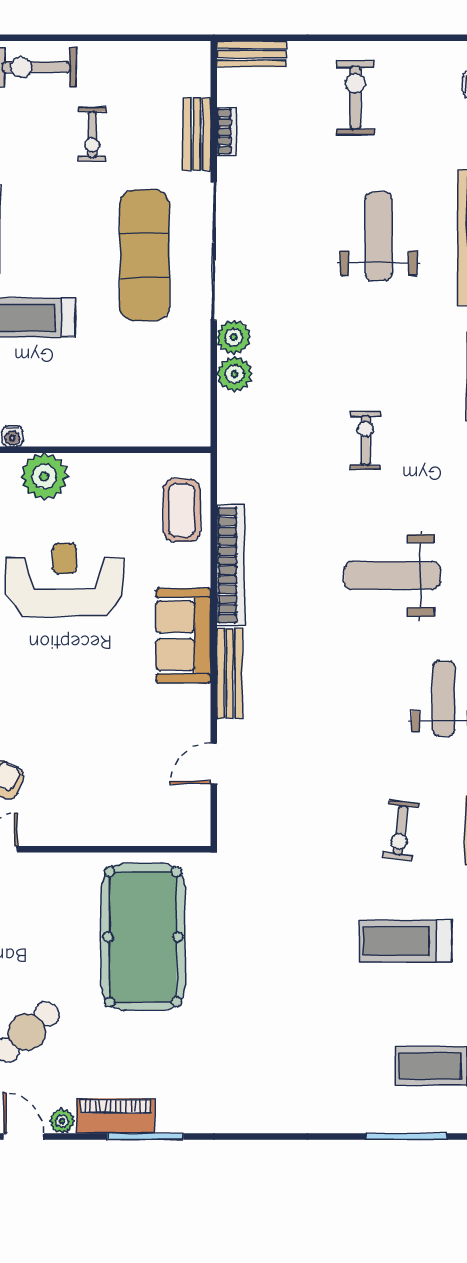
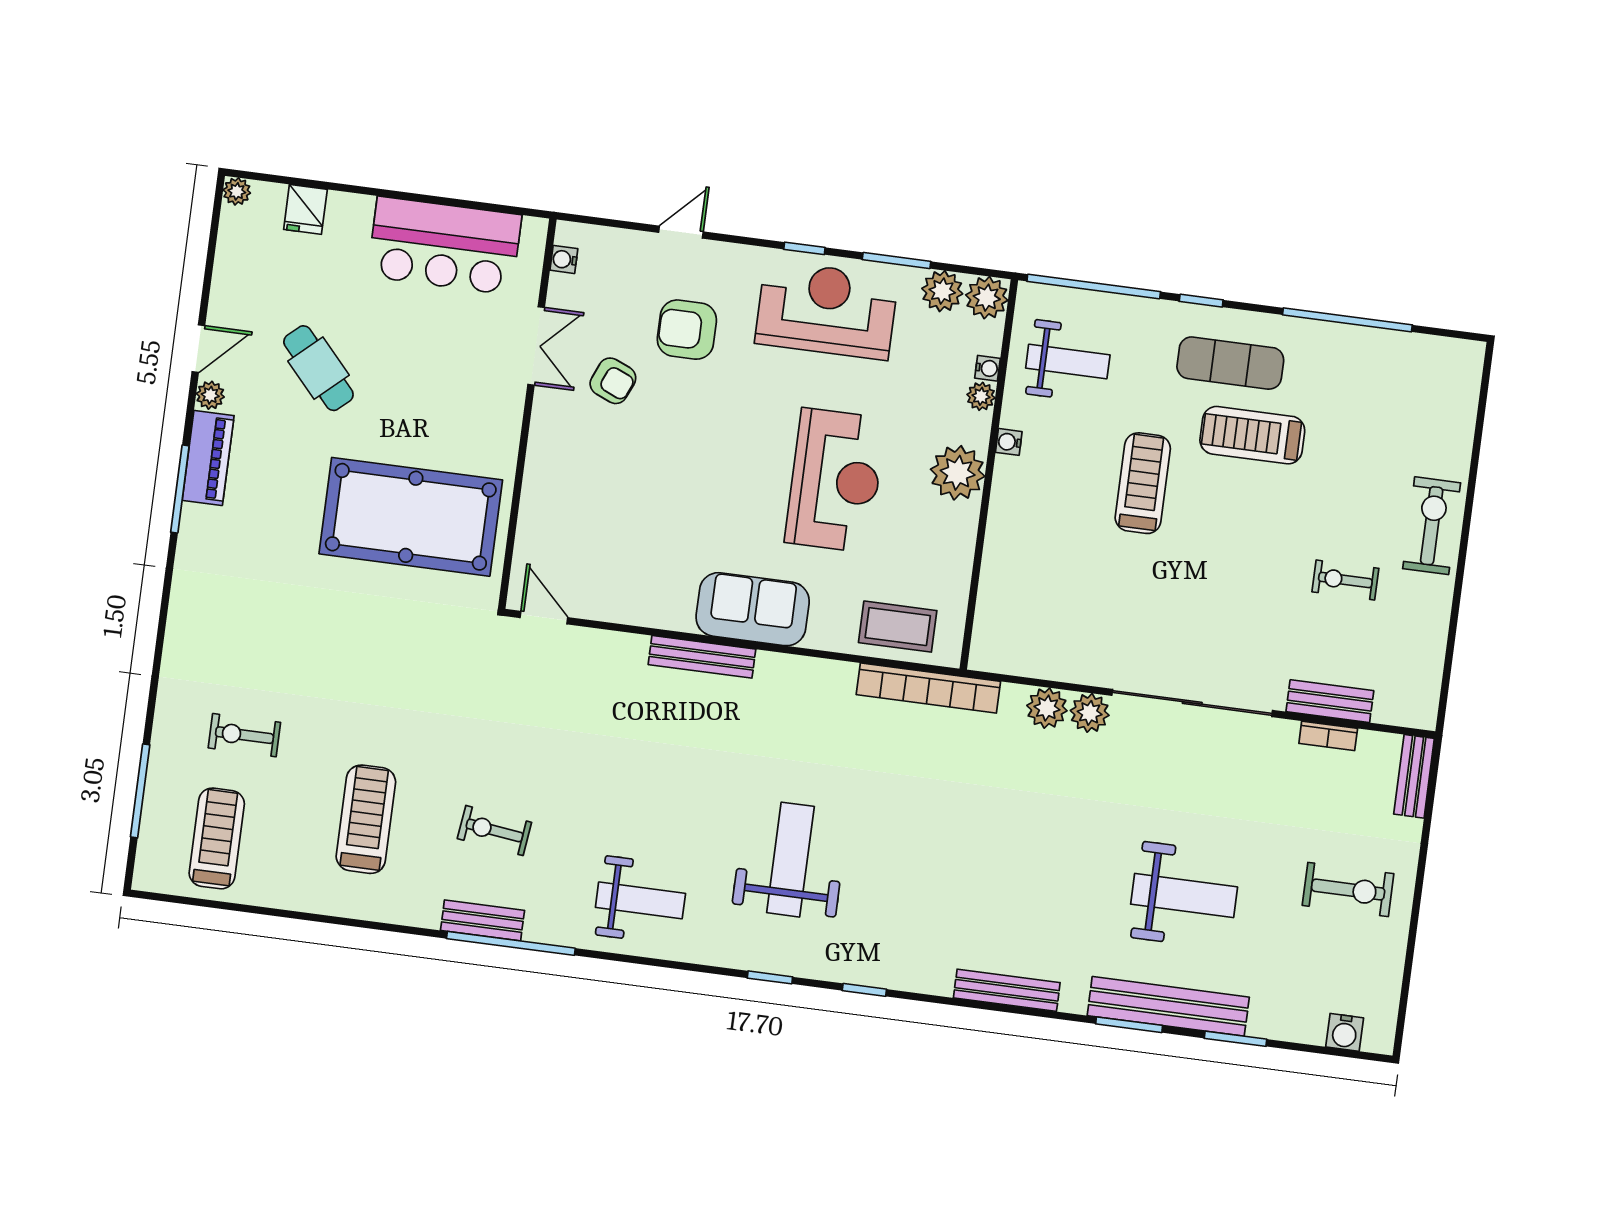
exercise mat: (145, 255) -> (1198, 622), removed
exercise bike: (365, 440) -> (244, 735), moved, turned 180
bookcase: (231, 565) -> (928, 688), moved
door: (214, 763) -> (544, 618), moved

